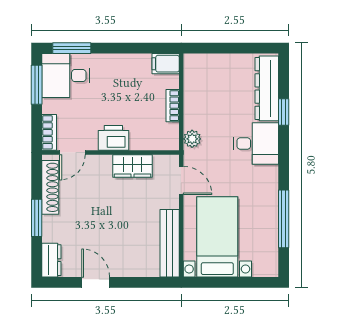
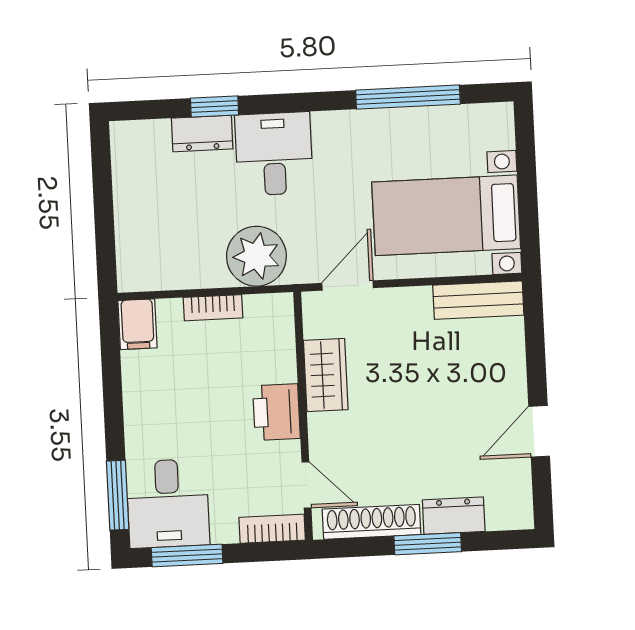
dresser: (267, 88) -> (202, 134), width x0.51, depth x0.80
plant: (192, 139) -> (256, 256), width x1.88, depth x1.88
bench: (170, 243) -> (478, 300), width x0.73
dresser: (51, 260) -> (454, 516), moved

